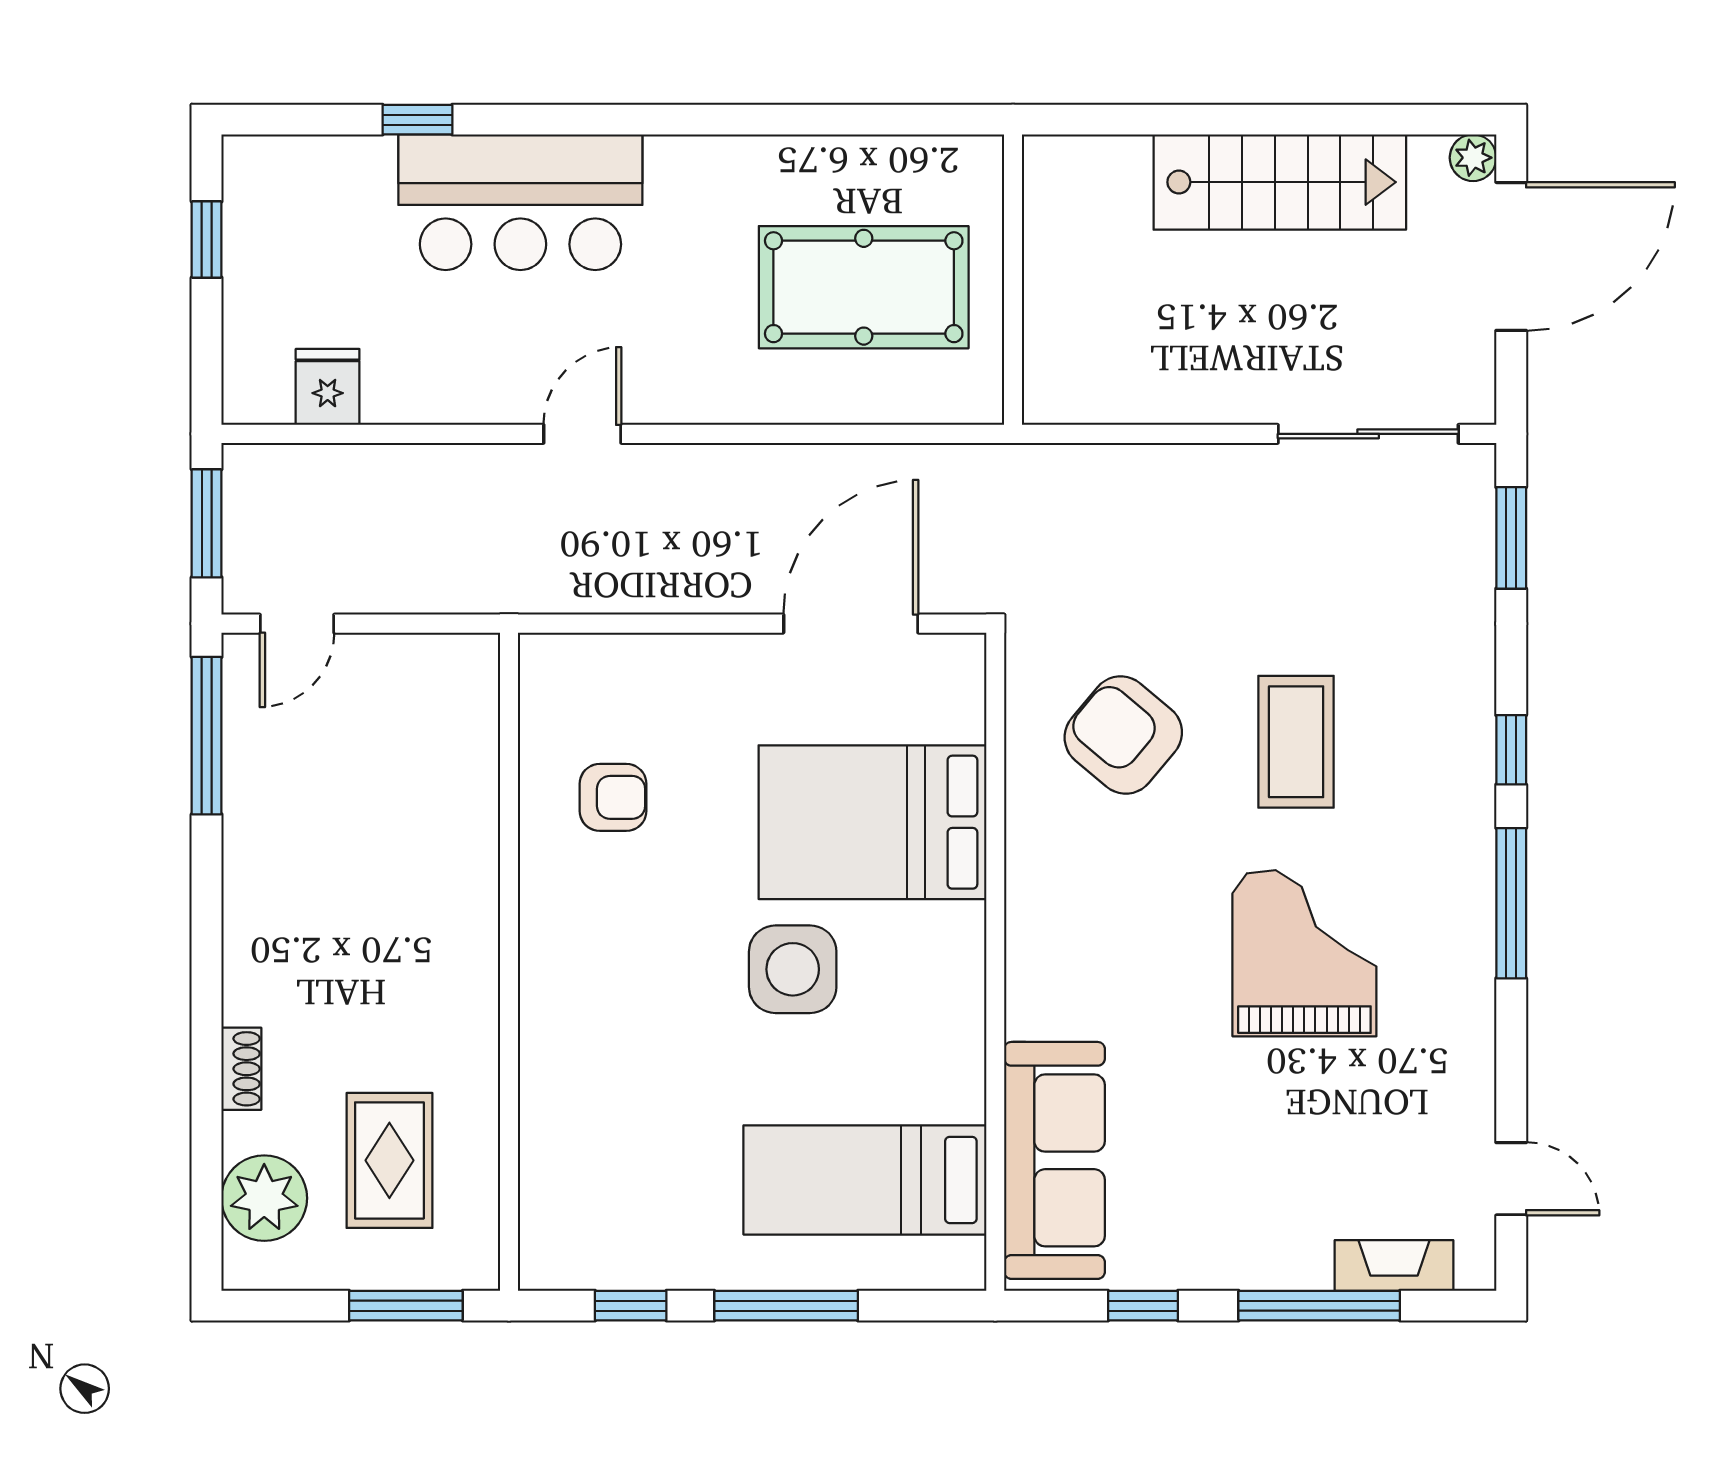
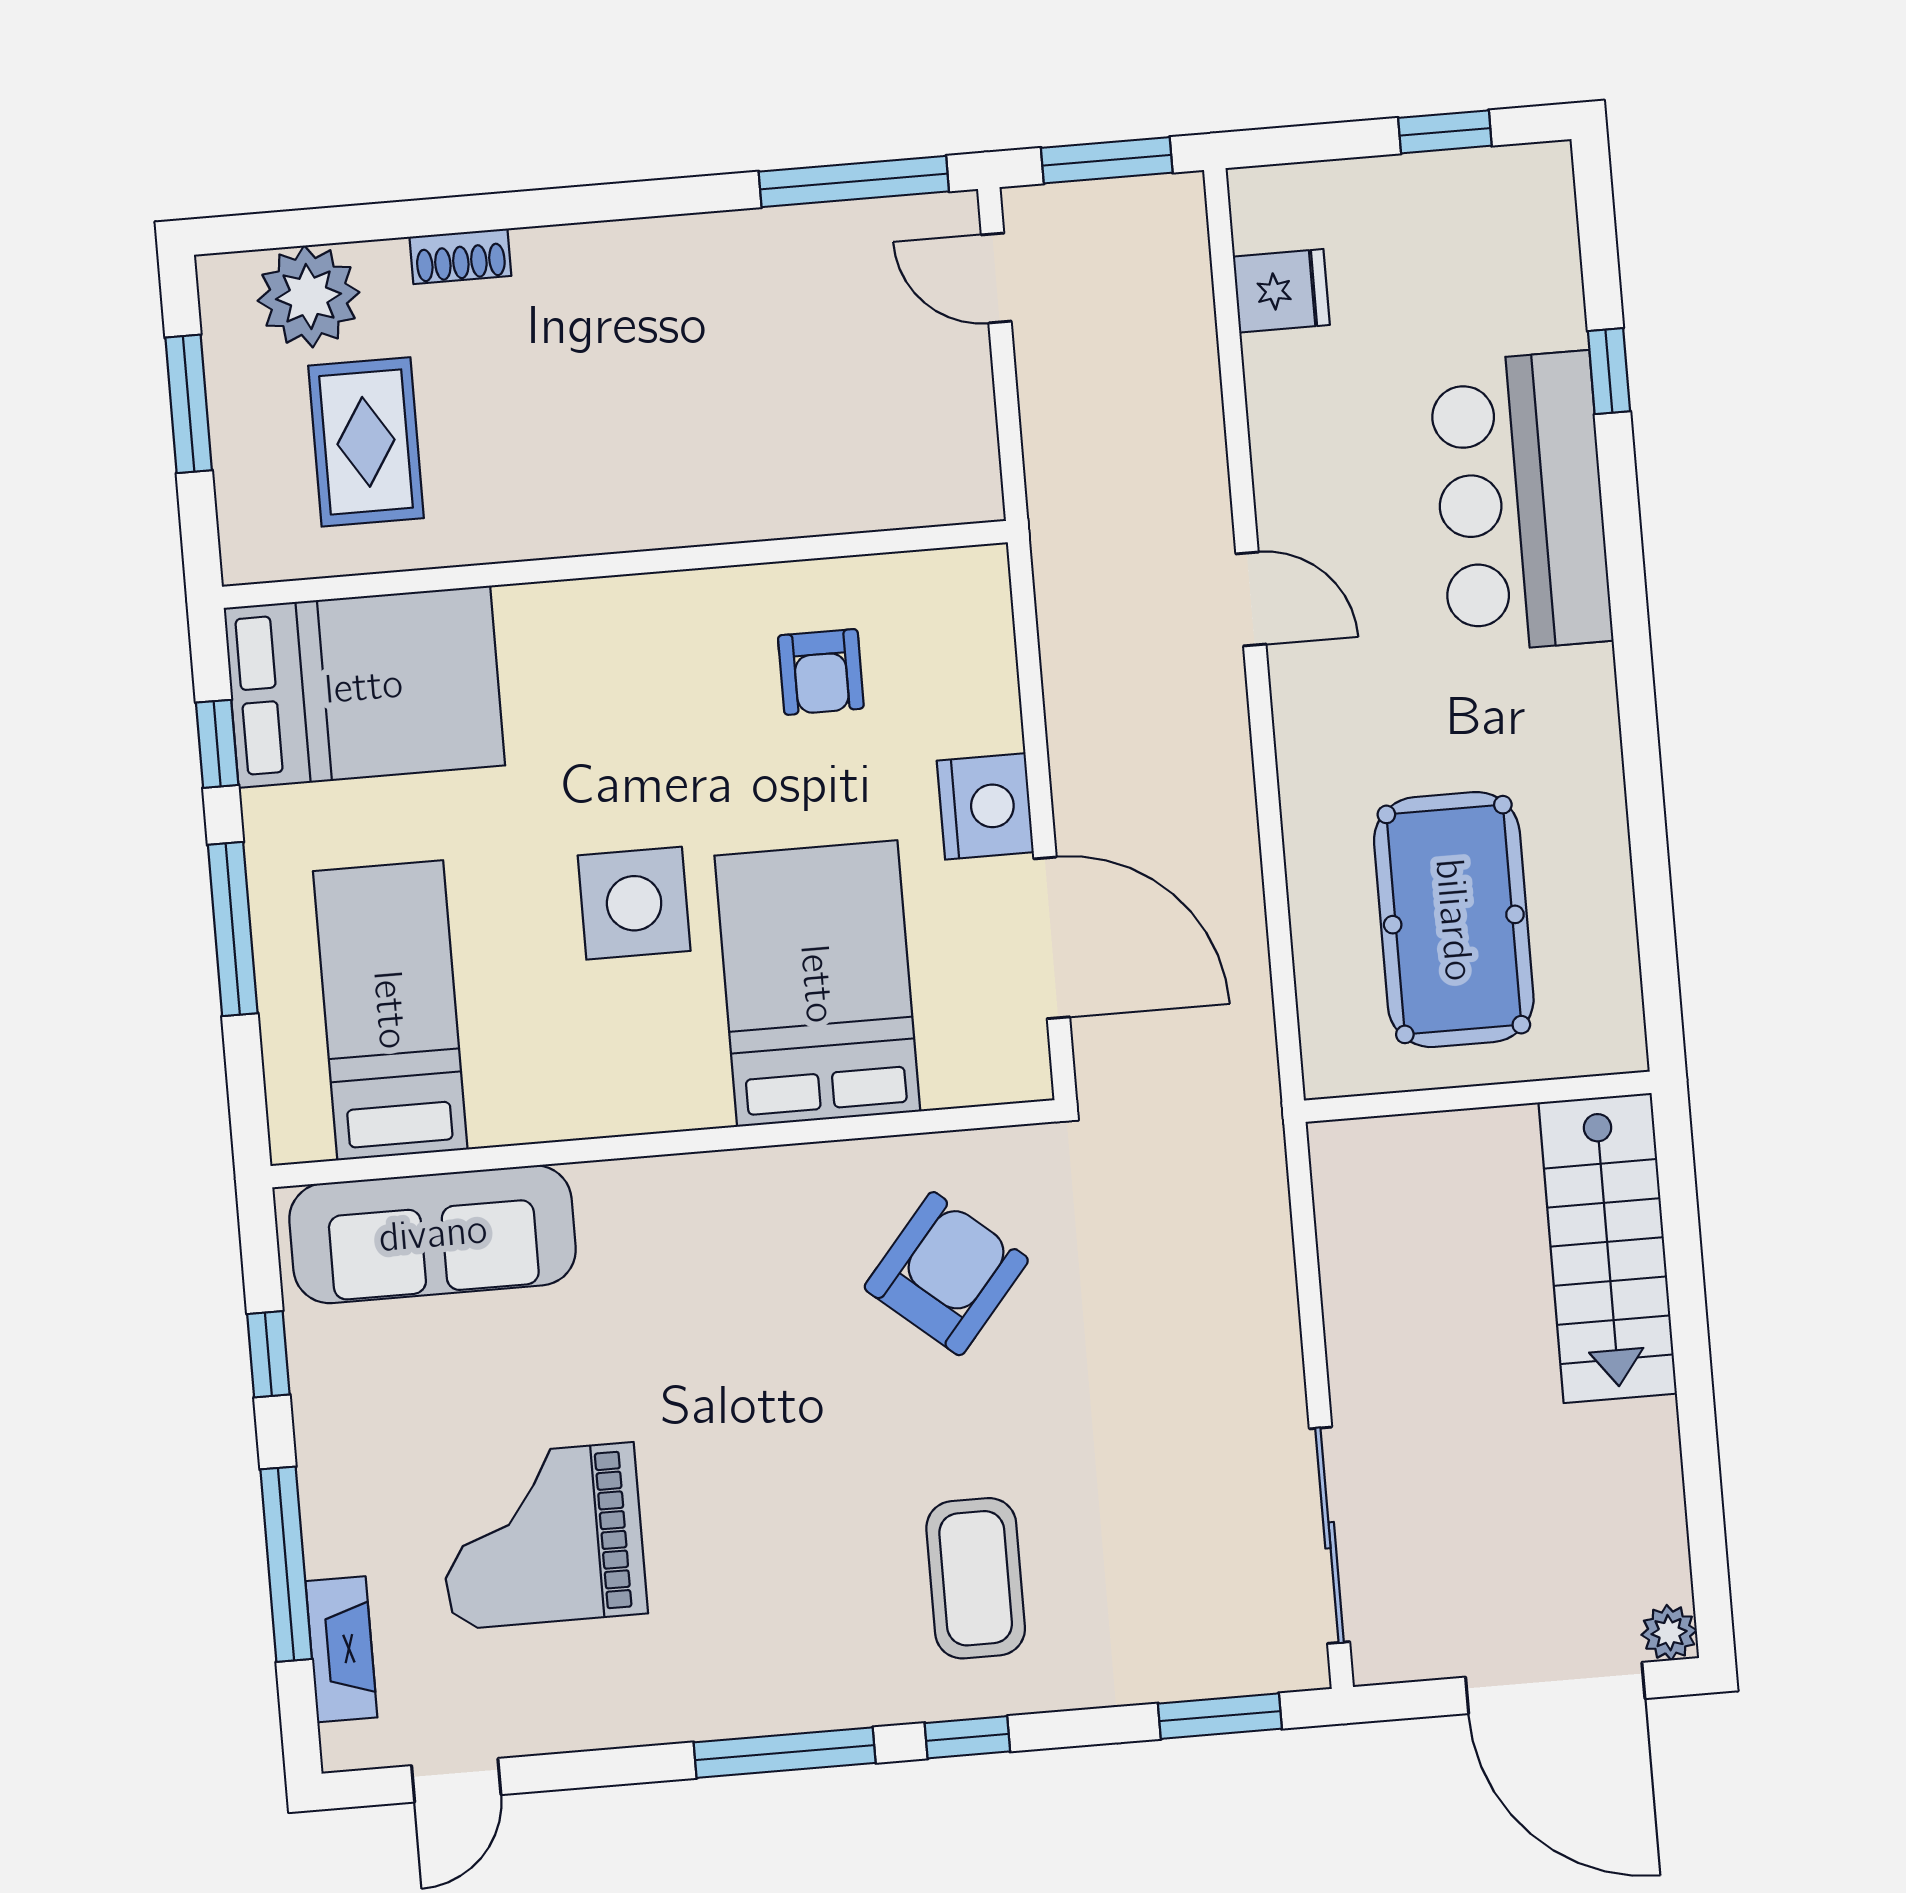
stairs: (1280, 182) -> (1608, 1248), moved
nightstand: (737, 670) -> (985, 806), added
coffee table: (1296, 742) -> (976, 1578), moved, turned 90
grand piano: (1304, 953) -> (542, 1536), moved, turned 180
rug: (389, 1160) -> (366, 442), turned 90
bed: (593, 1179) -> (364, 687), added
window: (406, 1306) -> (189, 404), moved

